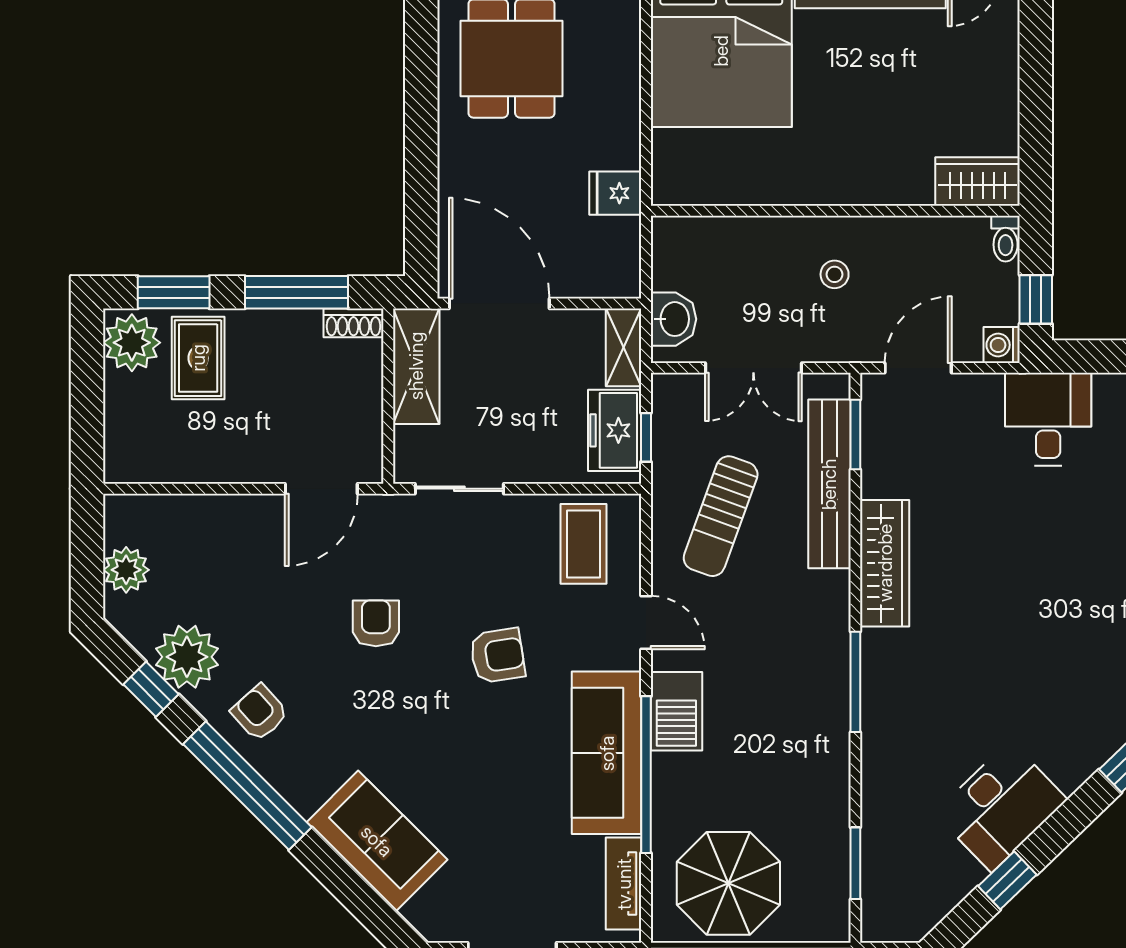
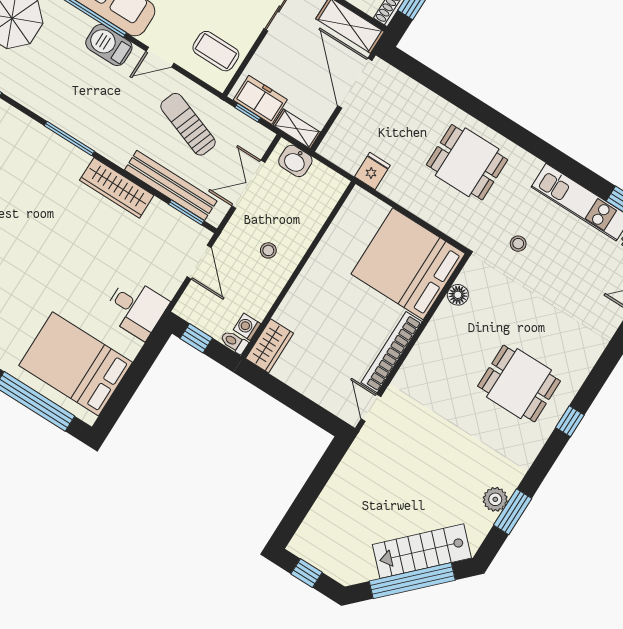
door: (499, 303) -> (355, 83), swing flipped
washing machine: (1002, 345) -> (247, 327), moved, turned -90

